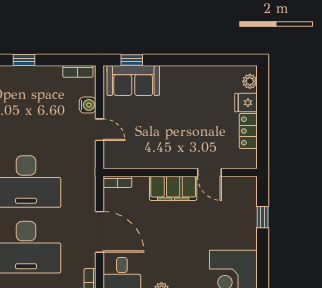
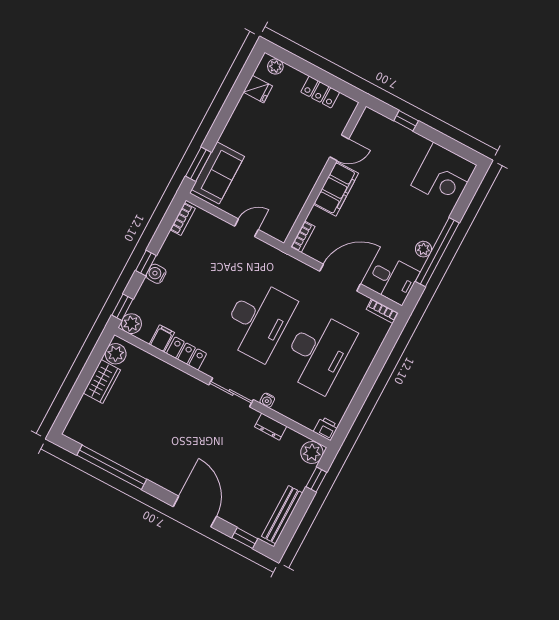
window: (132, 60) -> (198, 164), width x1.50
fridge: (246, 103) -> (258, 89), moved, turned -90
water cooler: (88, 105) -> (156, 274), moved, turned -90

